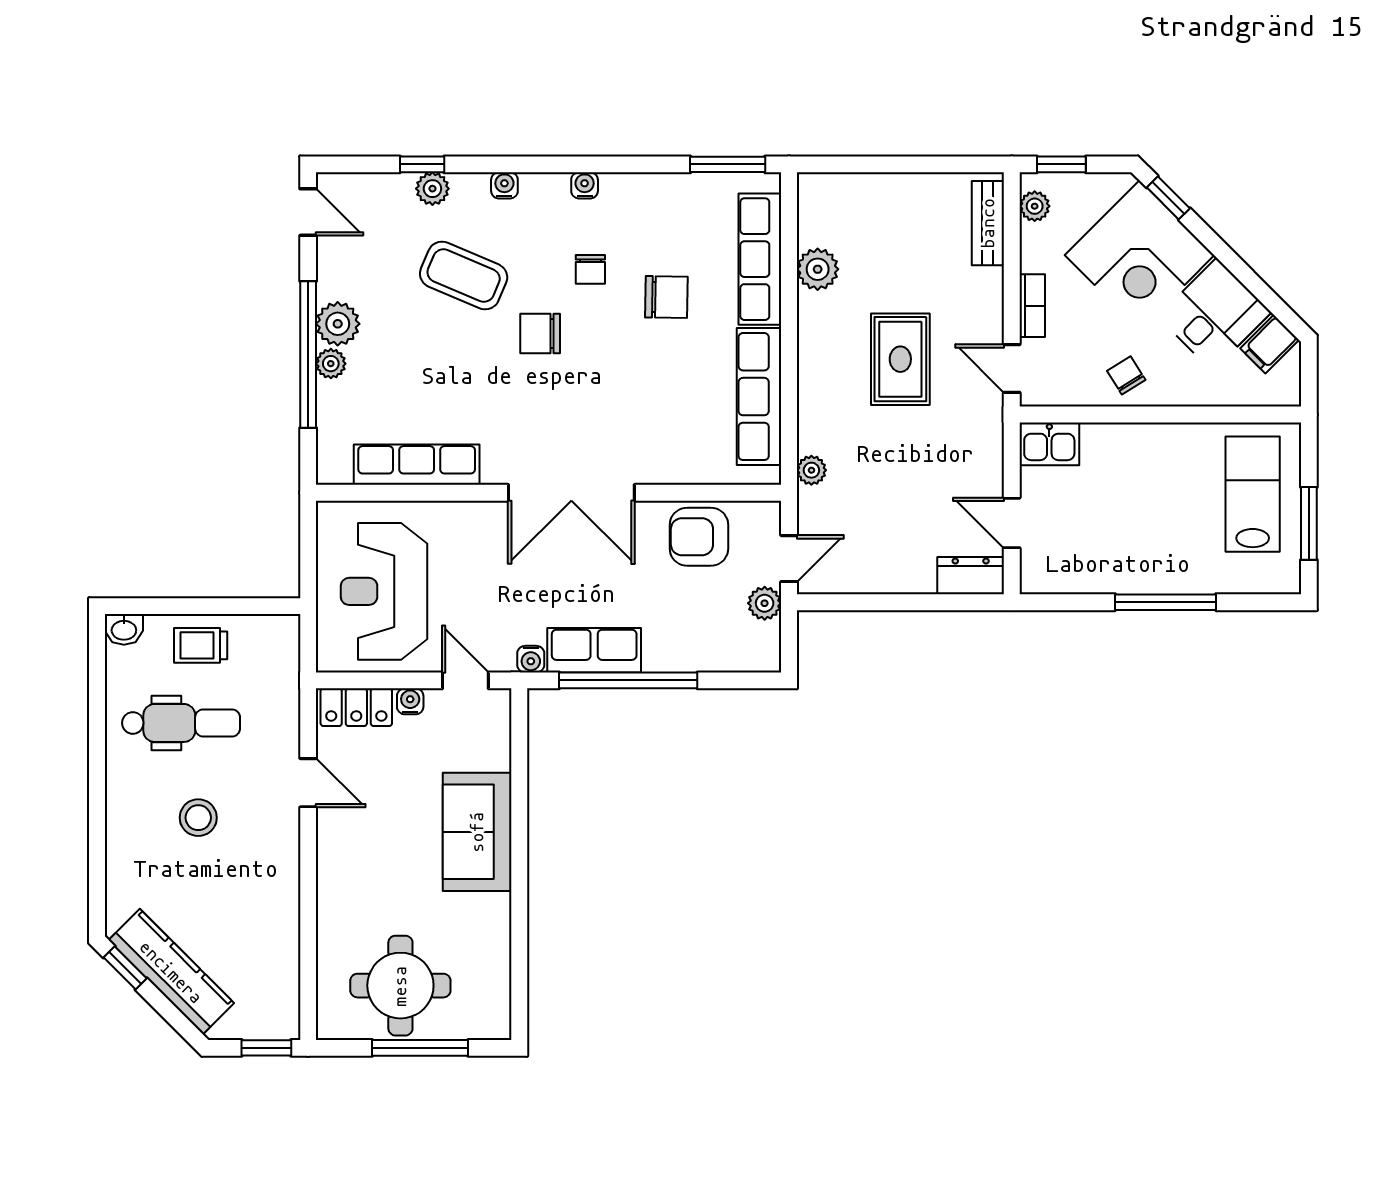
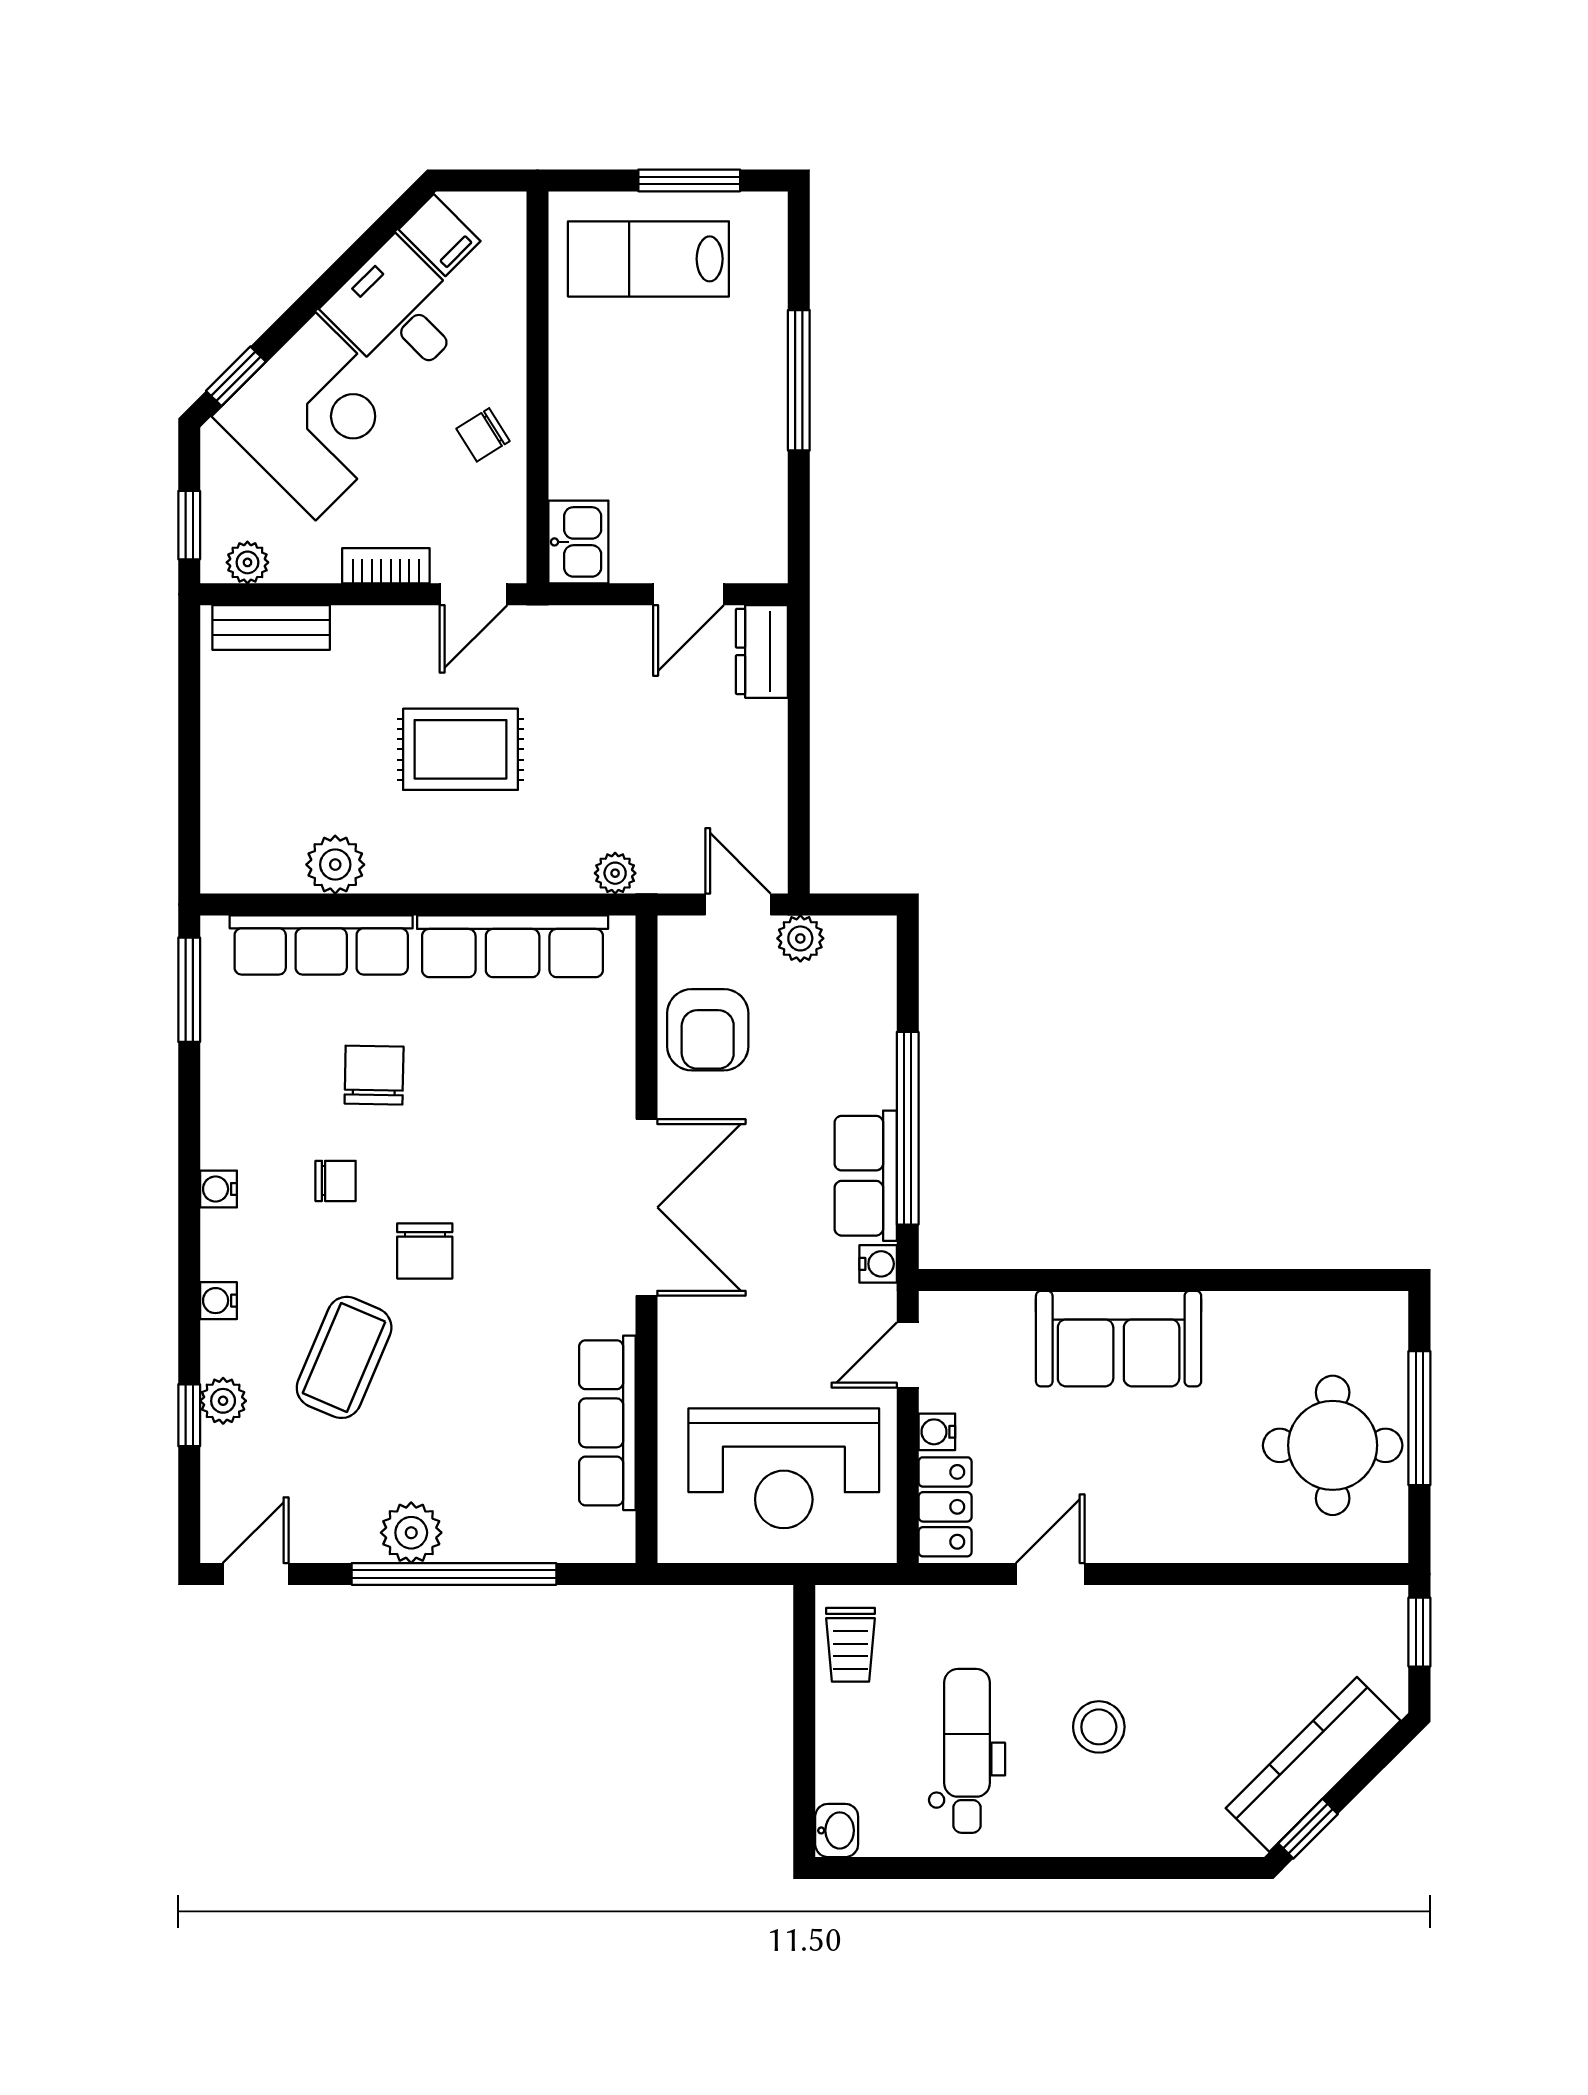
plant: (331, 364) -> (467, 1542), removed
trolley: (201, 645) -> (851, 1645), moved

